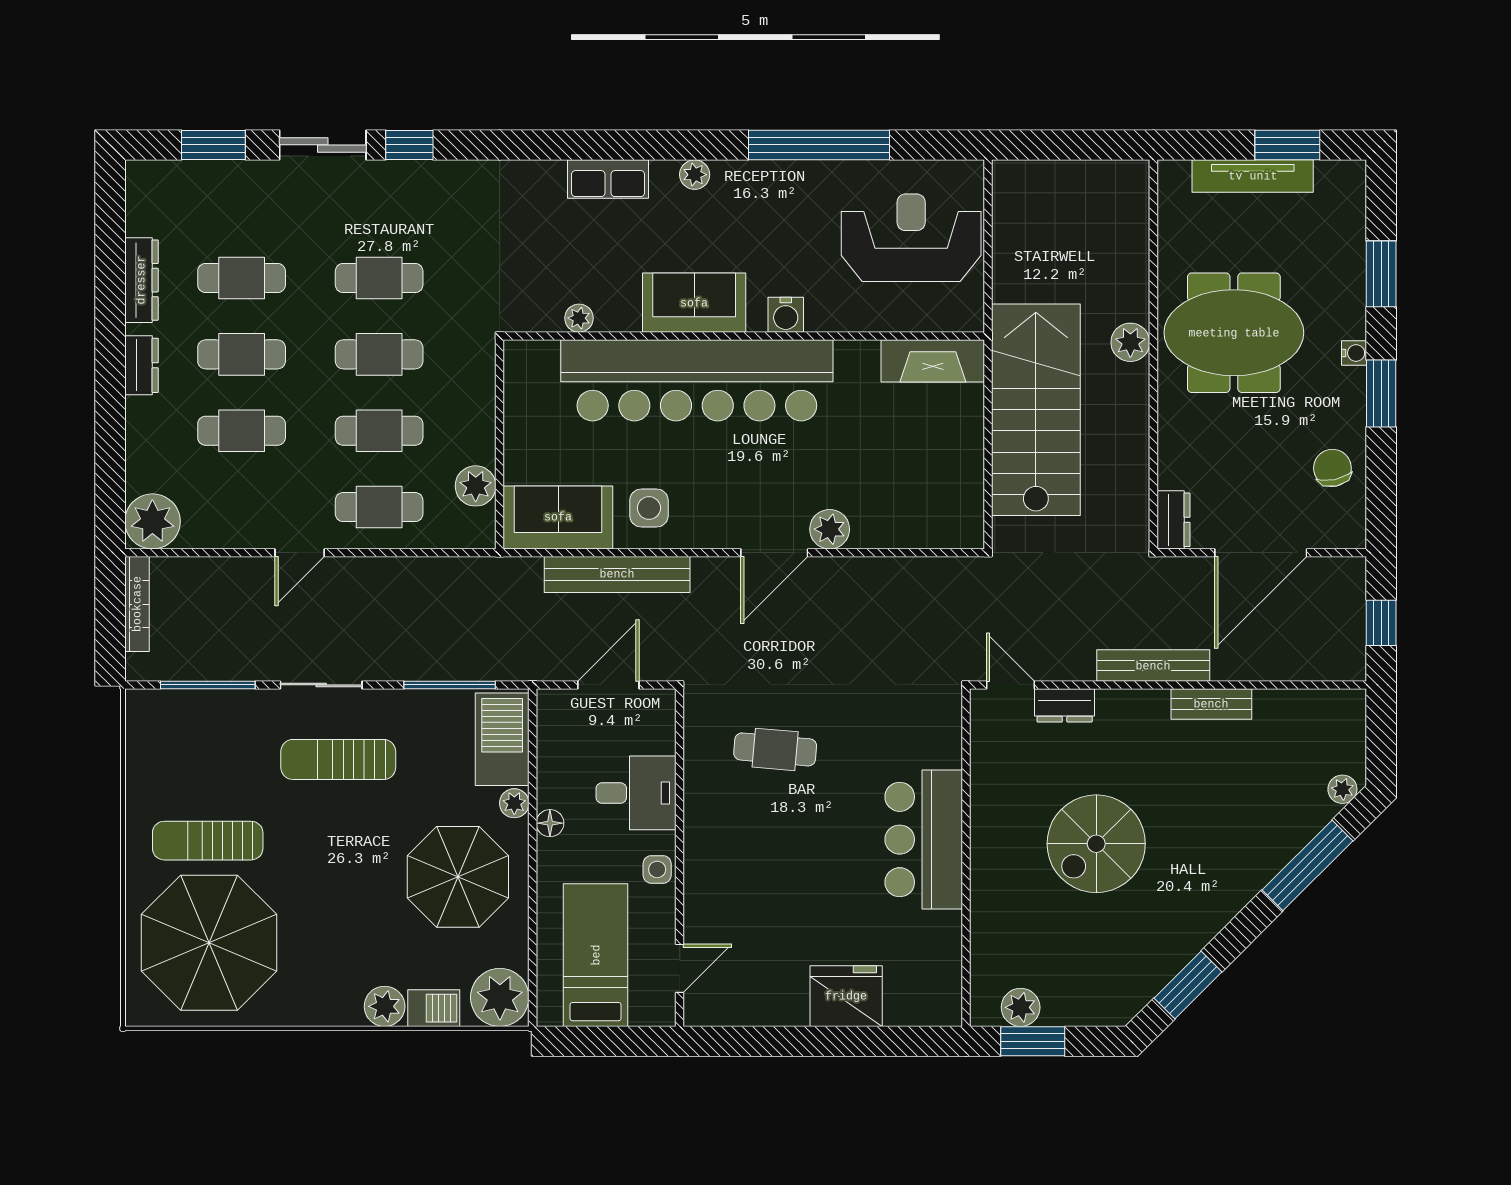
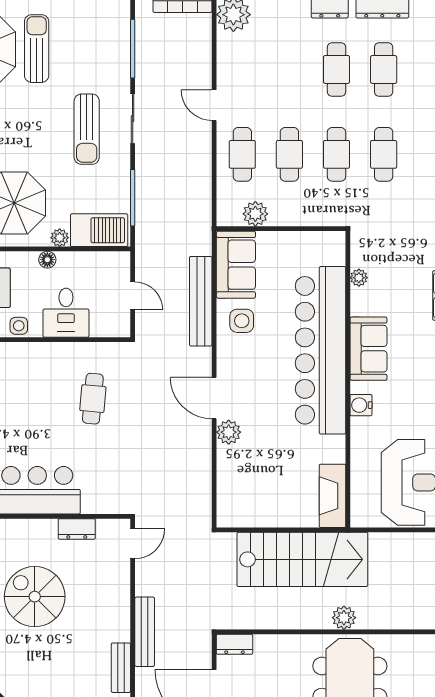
cafe table: (242, 431) -> (289, 69), removed
door: (608, 685) -> (133, 296), width x0.73
dresser: (1065, 705) -> (77, 529), moved, turned -90
sun lounger: (338, 759) -> (87, 129), turned 180

